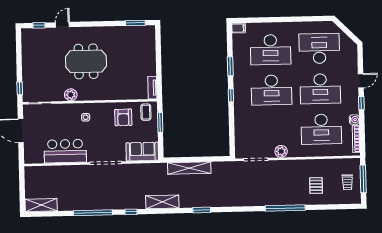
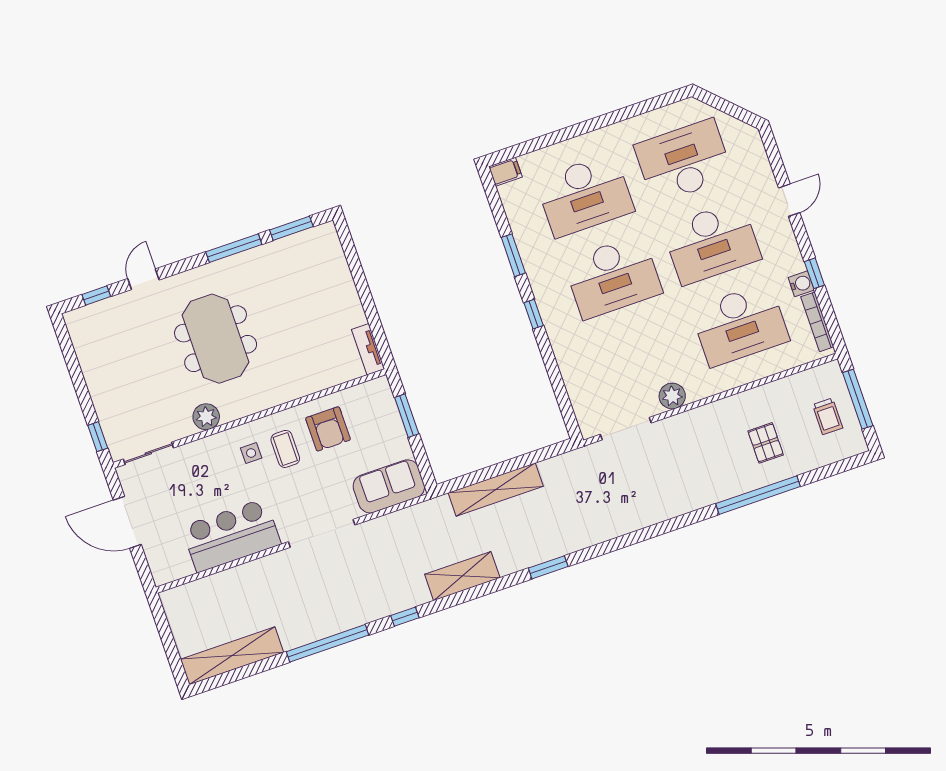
window: (107, 24) -> (234, 248), added
meeting table: (86, 61) -> (216, 339), turned 90
window: (361, 103) -> (814, 273), moved
coffee table: (146, 112) -> (285, 449), moved
shelving: (41, 205) -> (232, 656), width x1.47
window: (285, 208) -> (758, 495), moved

